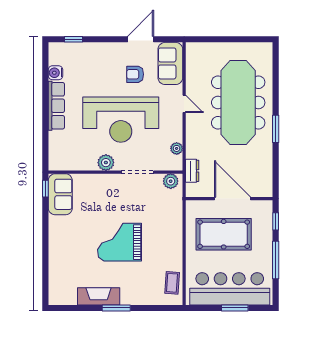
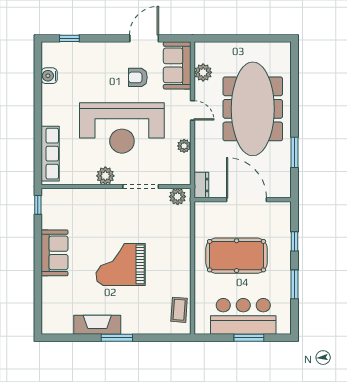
plant: (194, 70) -> (203, 72), added
row of seats: (56, 106) -> (50, 154), moved
window: (276, 129) -> (295, 152), moved
plant: (177, 148) -> (184, 146), moved
sofa: (60, 194) -> (55, 253), moved
wall: (229, 199) -> (243, 200), moved
door: (233, 199) -> (246, 200), moved
window: (276, 260) -> (295, 284), width x0.69
bar counter: (230, 289) -> (243, 316), width x0.73

